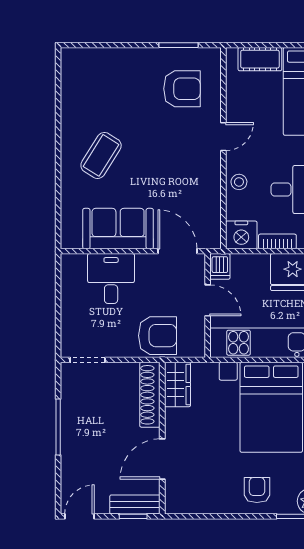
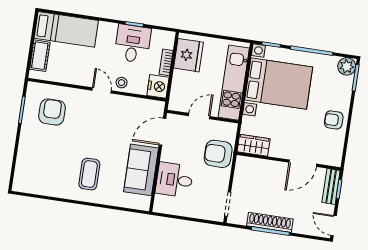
door: (223, 137) -> (102, 90), moved
coffee table: (101, 155) -> (89, 174), turned 58
dishwasher: (220, 266) -> (177, 104), removed
armchair: (158, 336) -> (218, 154), turned -90
shoe rack: (150, 395) -> (270, 222), moved, turned 180
door: (162, 459) -> (303, 163), hinge flipped
armchair: (257, 490) -> (334, 120), moved

